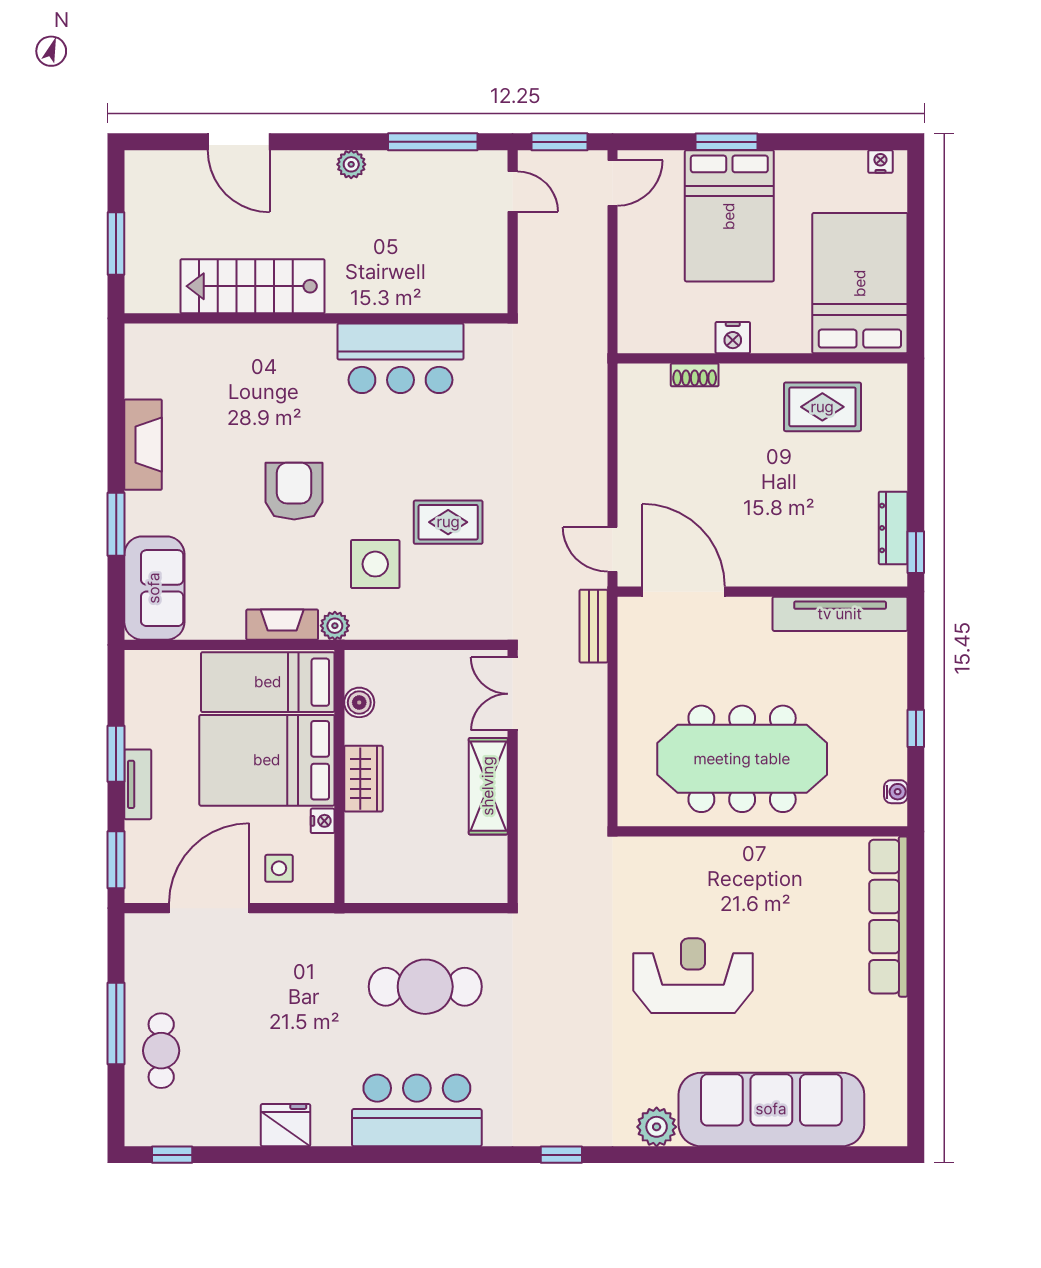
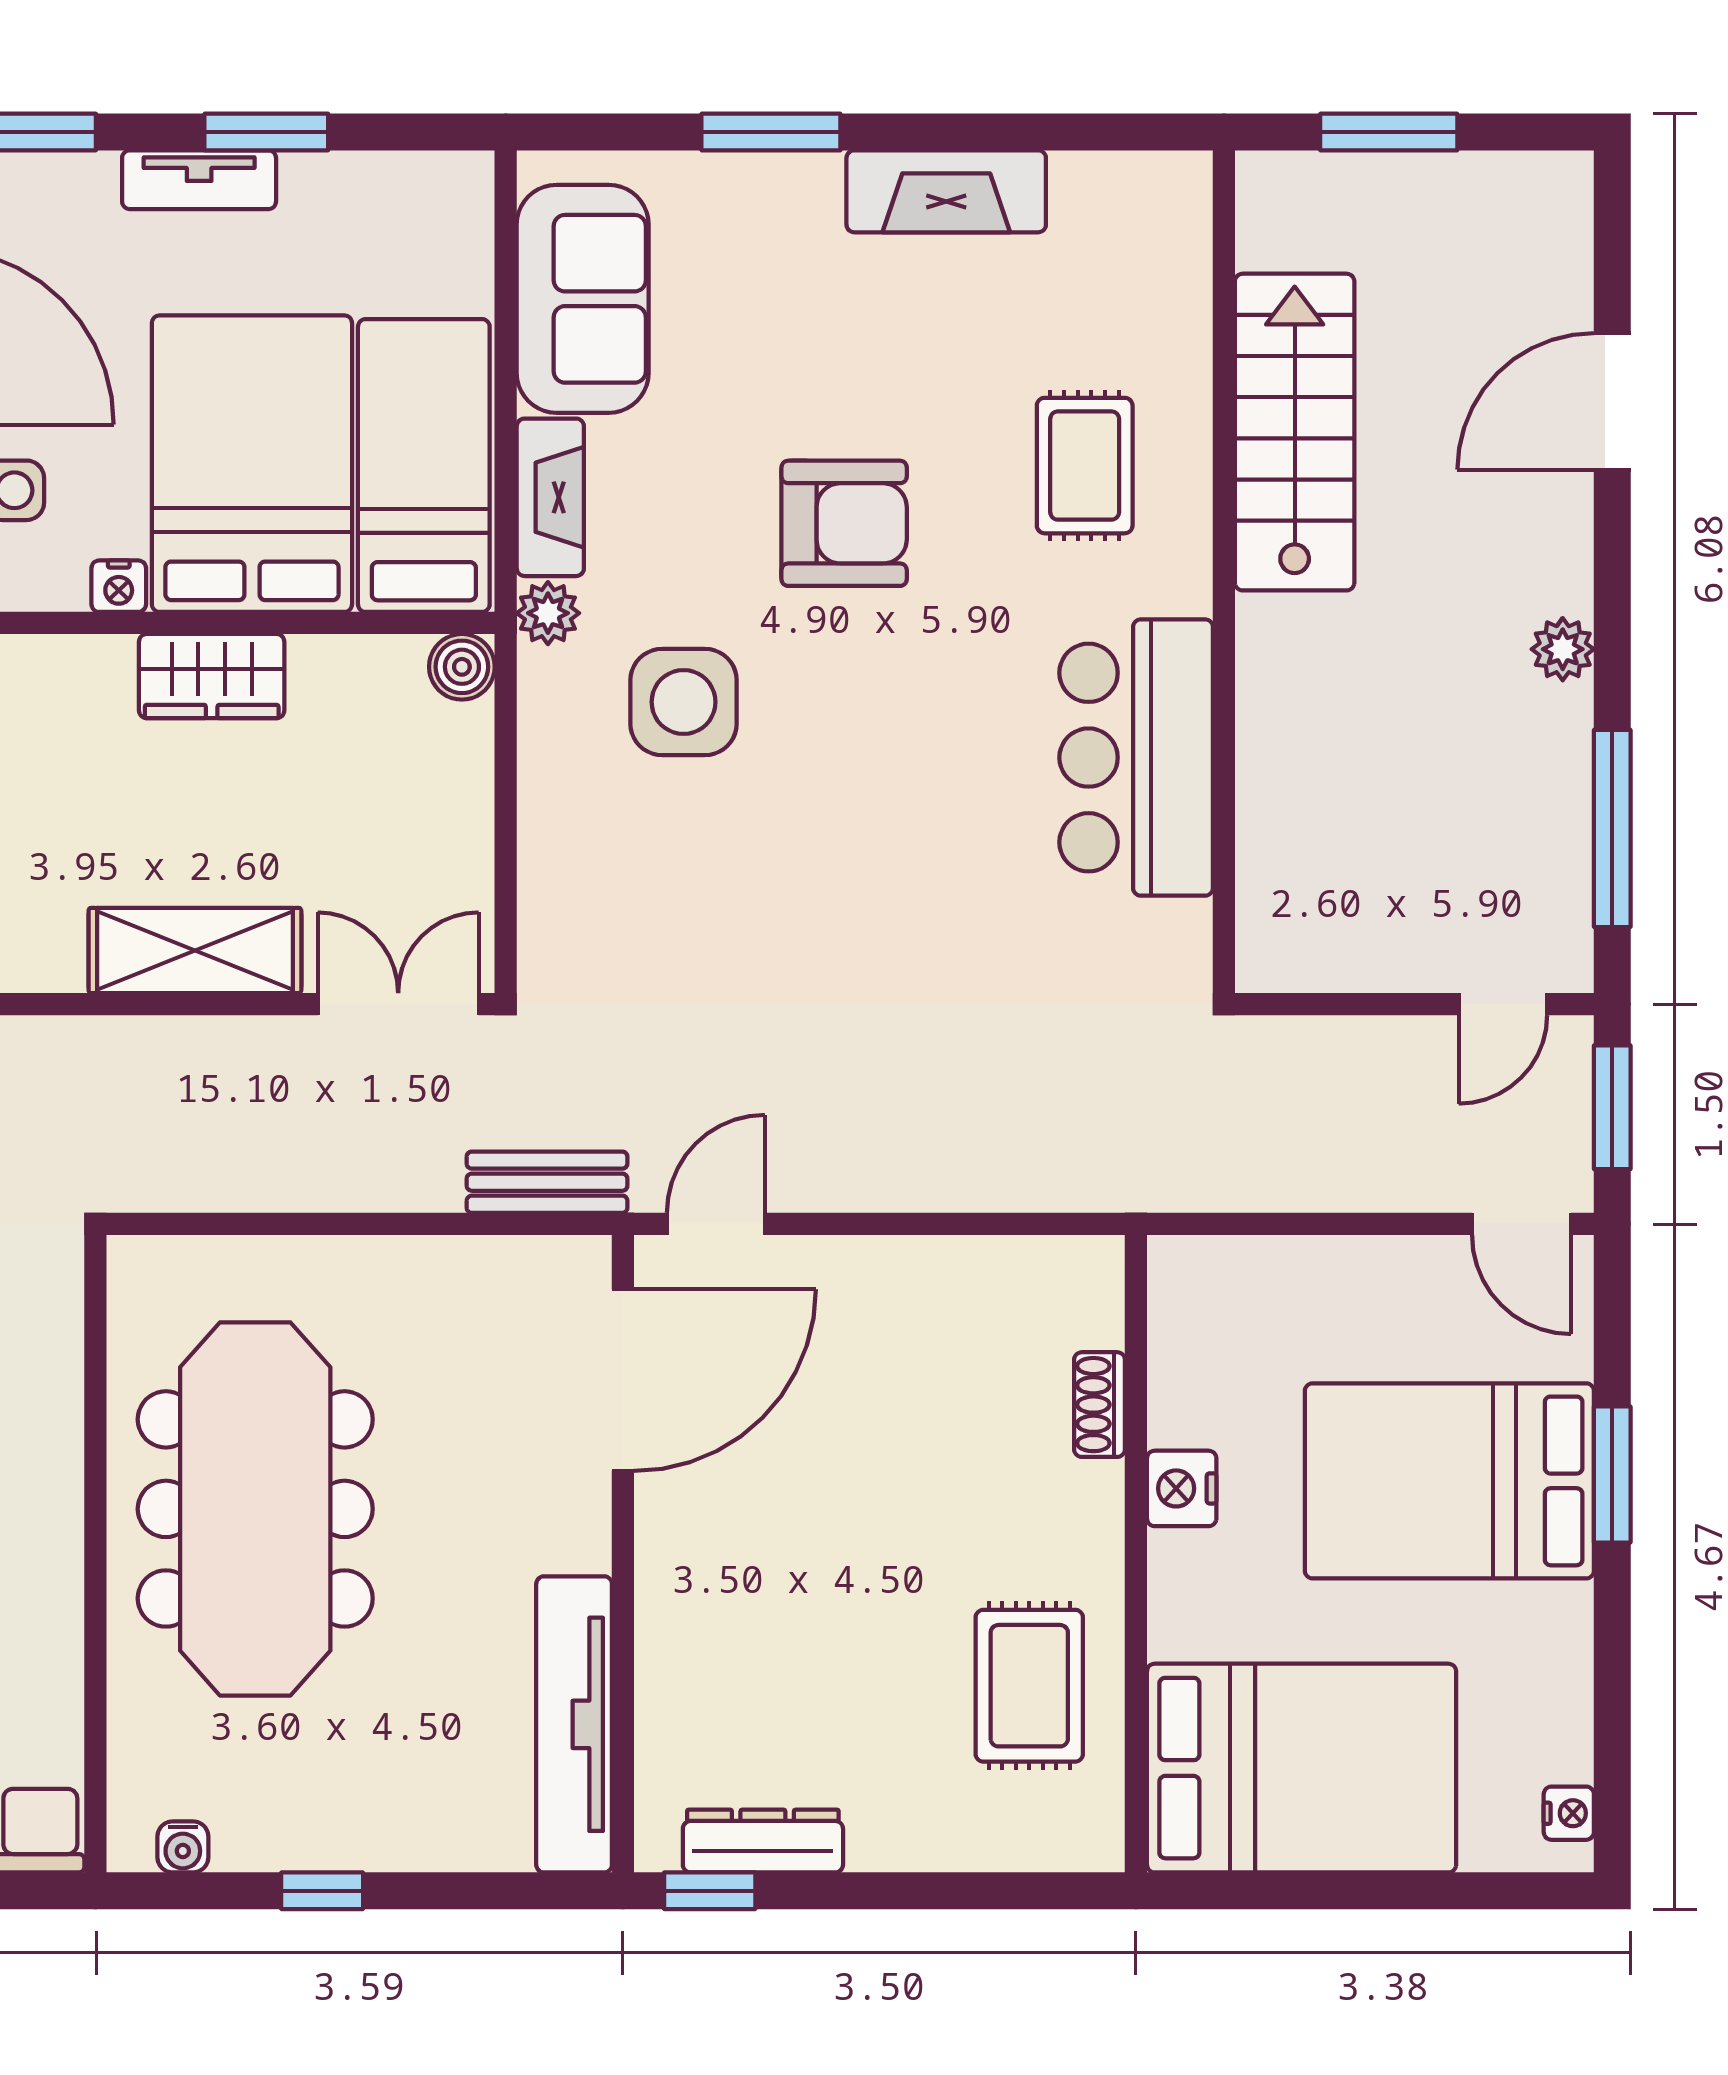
rug: (448, 522) -> (1085, 466), moved
sofa: (154, 588) -> (583, 299), moved, turned -90
boiler: (359, 702) -> (462, 667), moved

